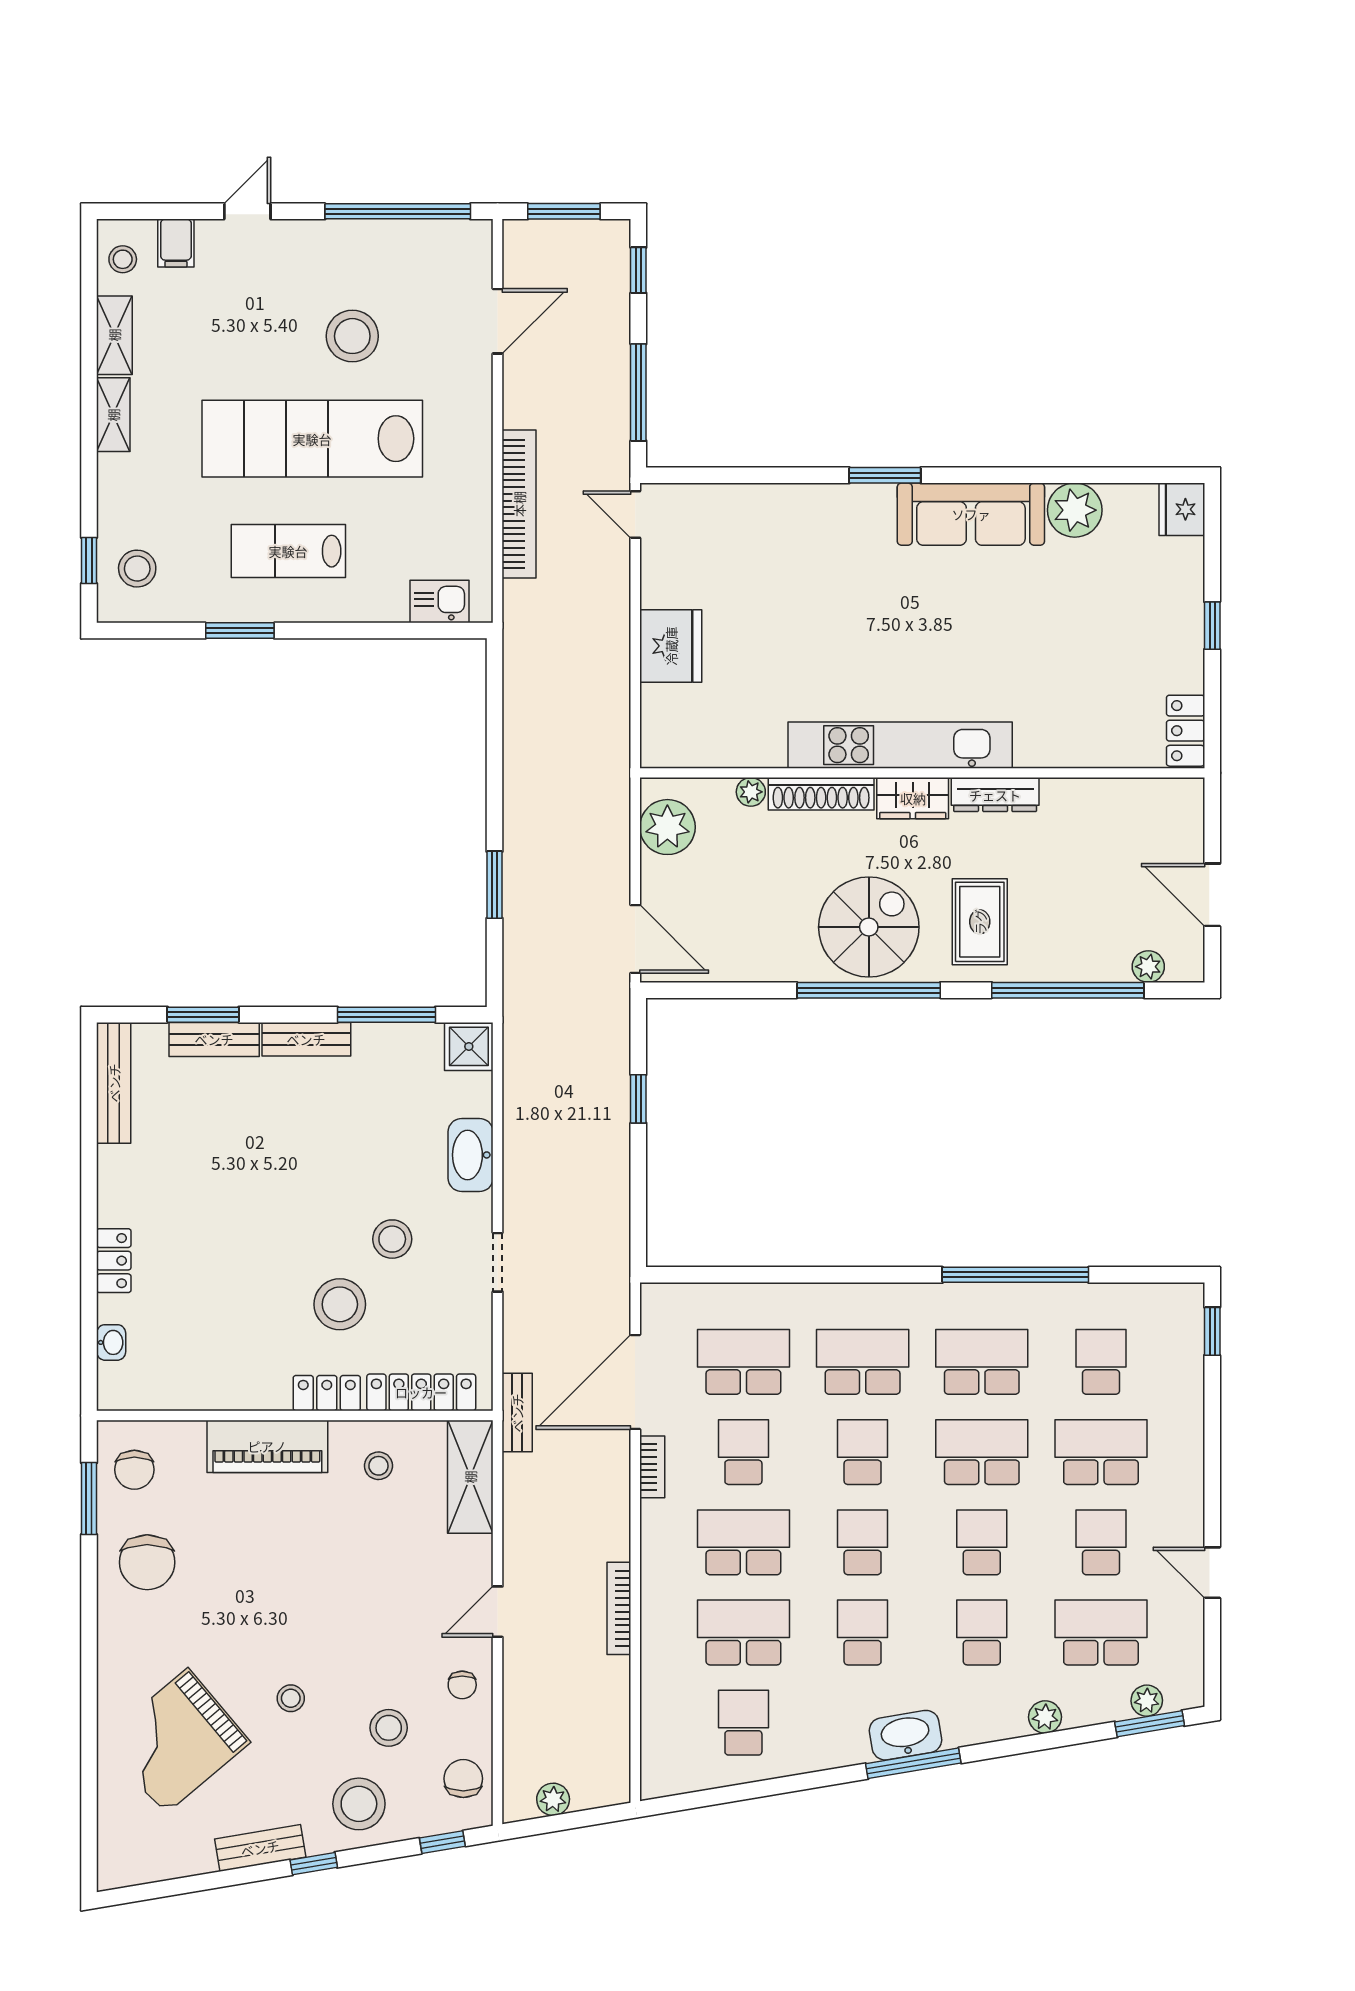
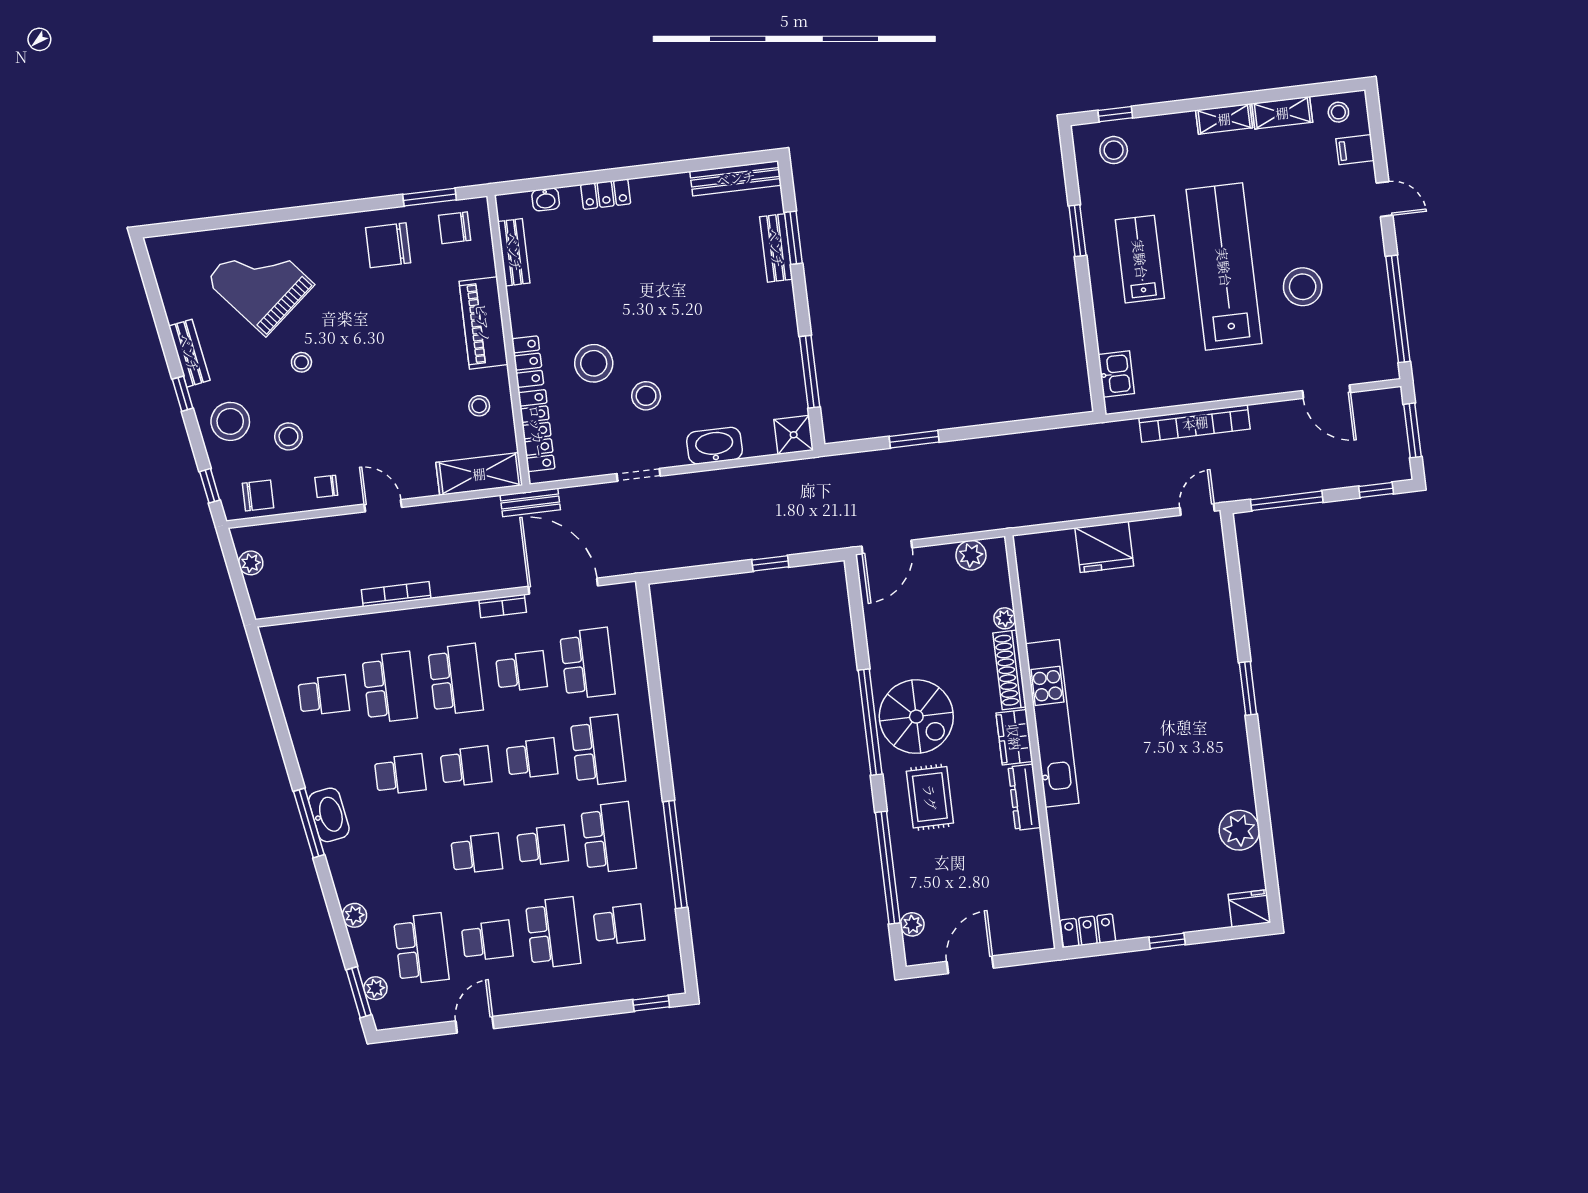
sofa: (971, 514) -> (1227, 755), removed
plant: (667, 827) -> (971, 555), width x0.73, depth x0.73
rug: (980, 922) -> (930, 797), turned 90
bench: (306, 1039) -> (514, 252), moved
school desk: (982, 1452) -> (543, 846), width x0.54
school desk: (982, 1632) -> (411, 862), removed

